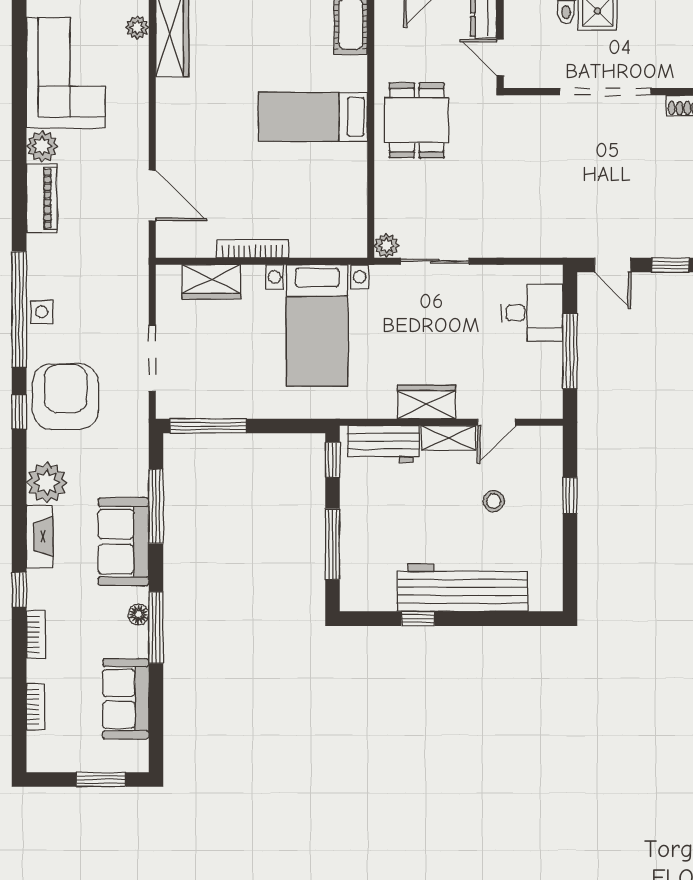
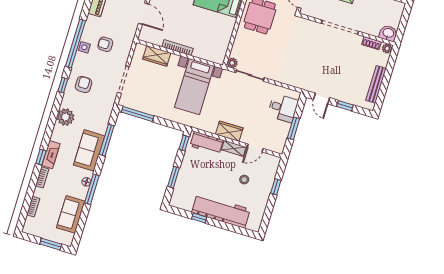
armchair: (87, 291) -> (105, 44), added
window: (570, 351) -> (294, 128), width x0.69
armchair: (65, 397) -> (84, 84), width x0.53, depth x0.53
fireplace: (40, 537) -> (51, 155), moved
window: (333, 544) -> (174, 177), width x0.69

